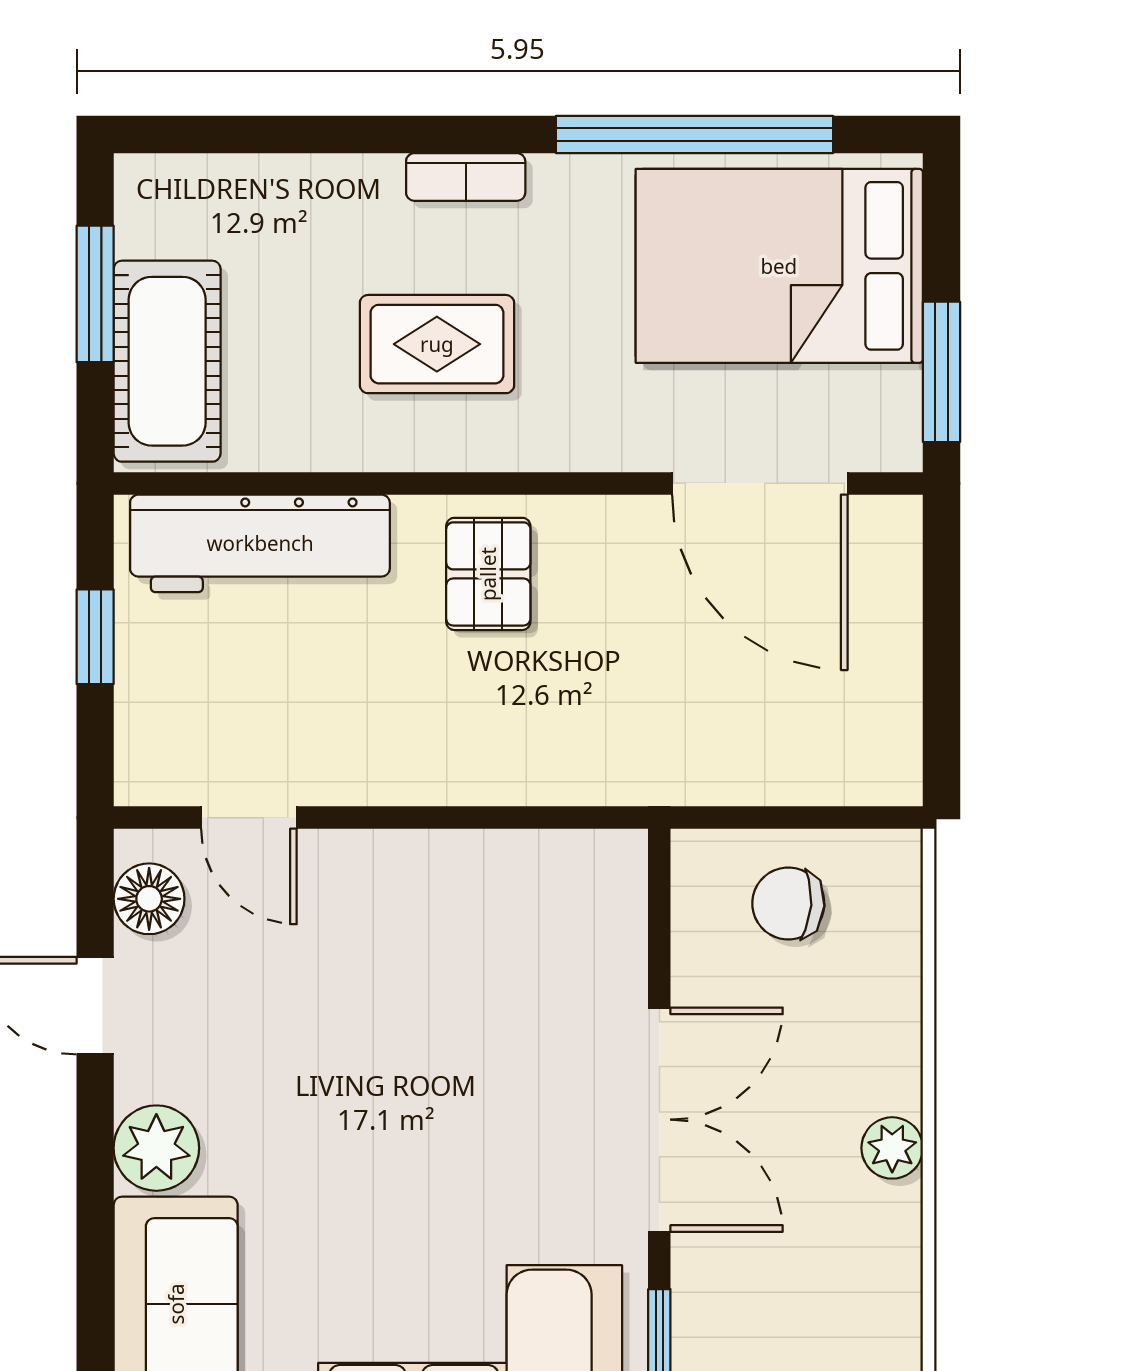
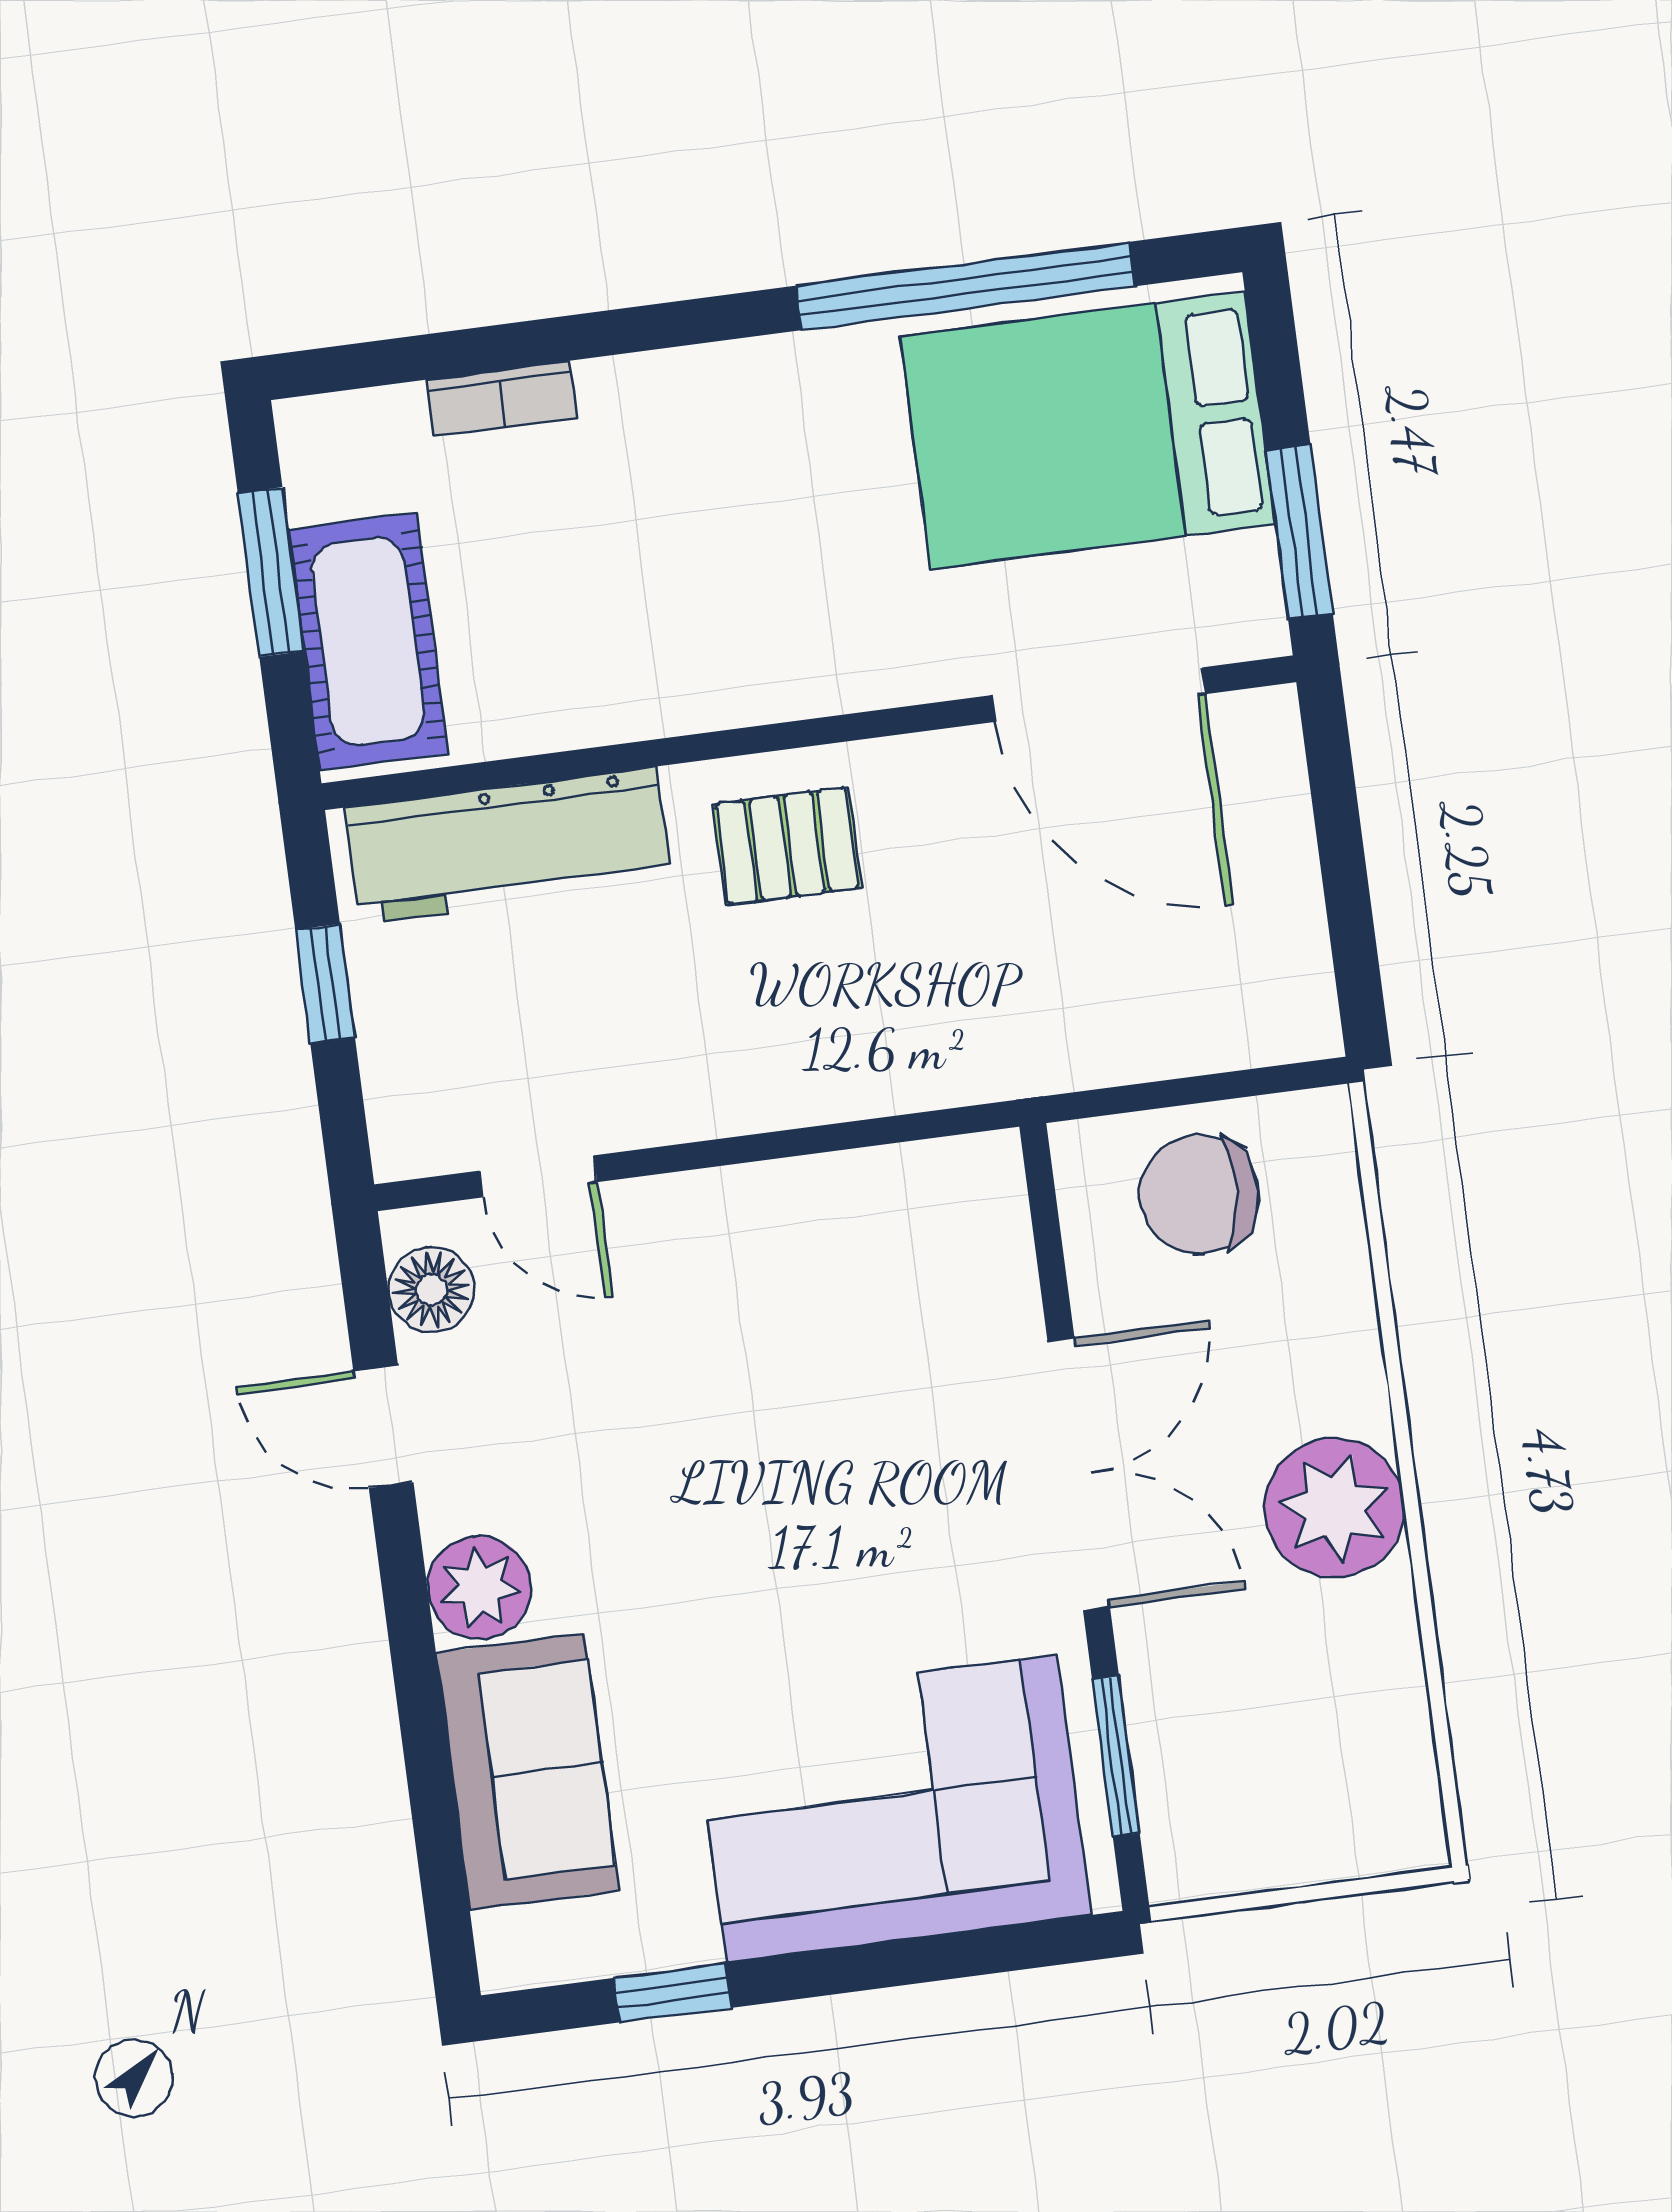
bookcase: (466, 177) -> (502, 399), moved
rug: (437, 344) -> (689, 578), removed
pallet: (488, 574) -> (787, 846), turned 90
chair: (788, 903) -> (1199, 1194), width x1.37, depth x1.37
plant: (892, 1148) -> (1335, 1508), width x1.88, depth x1.88

